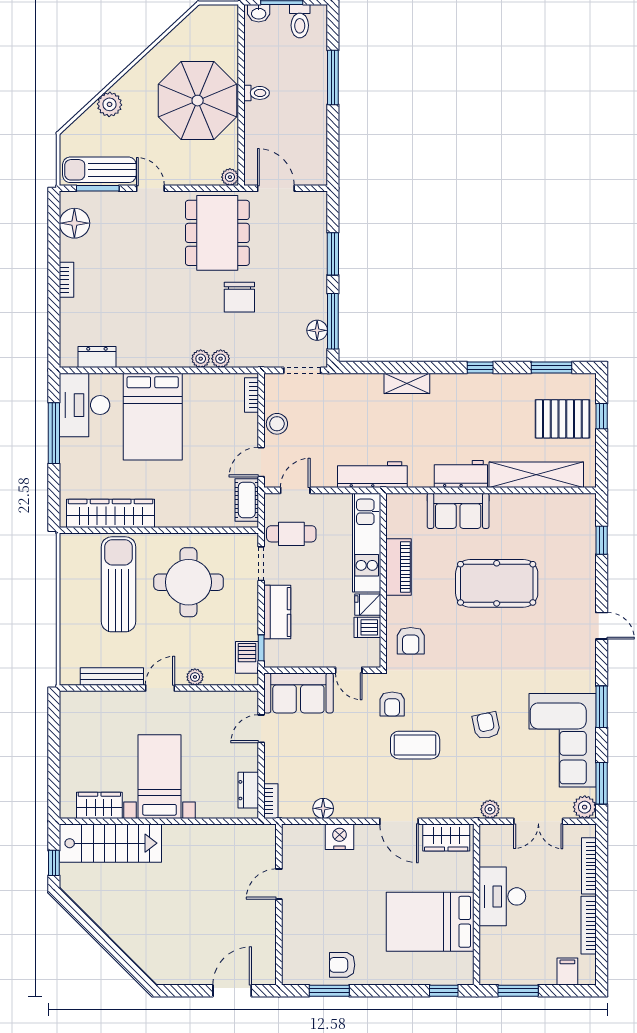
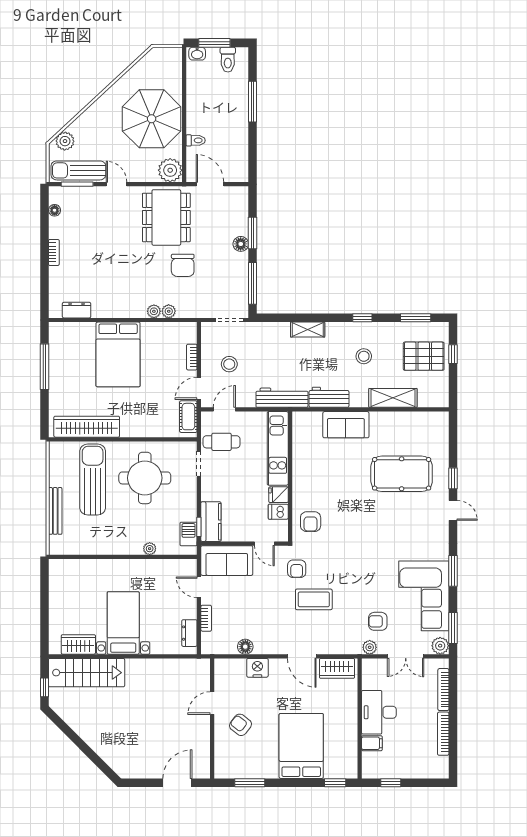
toilet: (257, 93) -> (196, 140), moved
plant: (110, 104) -> (65, 141), moved
plant: (230, 177) -> (170, 170), width x1.88, depth x1.88
floor lamp: (74, 223) -> (55, 210), width x0.53, depth x0.53
floor lamp: (317, 330) -> (241, 244), moved
bookcase: (252, 395) -> (192, 357), moved
desk: (85, 405) -> (67, 346), removed
stool: (482, 419) -> (364, 356), added
stool: (277, 424) -> (229, 364), moved
workbench: (461, 474) -> (329, 397), moved
shelving: (536, 475) -> (393, 398), width x0.68
window: (602, 540) -> (453, 478), moved
piano: (399, 567) -> (302, 467), removed
pool table: (497, 583) -> (402, 474), moved
kitchen counter: (277, 612) -> (211, 522), moved
bench: (112, 677) -> (55, 511), moved, turned 90
door: (160, 688) -> (124, 557), removed
armchair: (486, 726) -> (378, 621), moved, turned -78
door: (261, 729) -> (199, 587), hinge flipped
bookcase: (271, 801) -> (206, 618), moved
bed: (430, 922) -> (301, 746), moved, turned 90
armchair: (342, 965) -> (240, 725), moved, turned 38
filing cabinet: (567, 972) -> (372, 743), moved, turned 90
window: (518, 991) -> (391, 783), width x0.67

